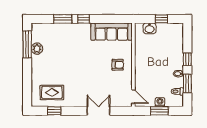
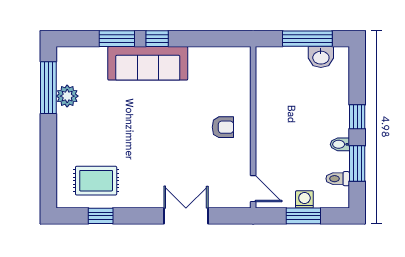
window: (161, 19) -> (307, 39), width x2.17
washbasin: (150, 28) -> (321, 57), moved
sofa: (112, 32) -> (148, 63), moved

